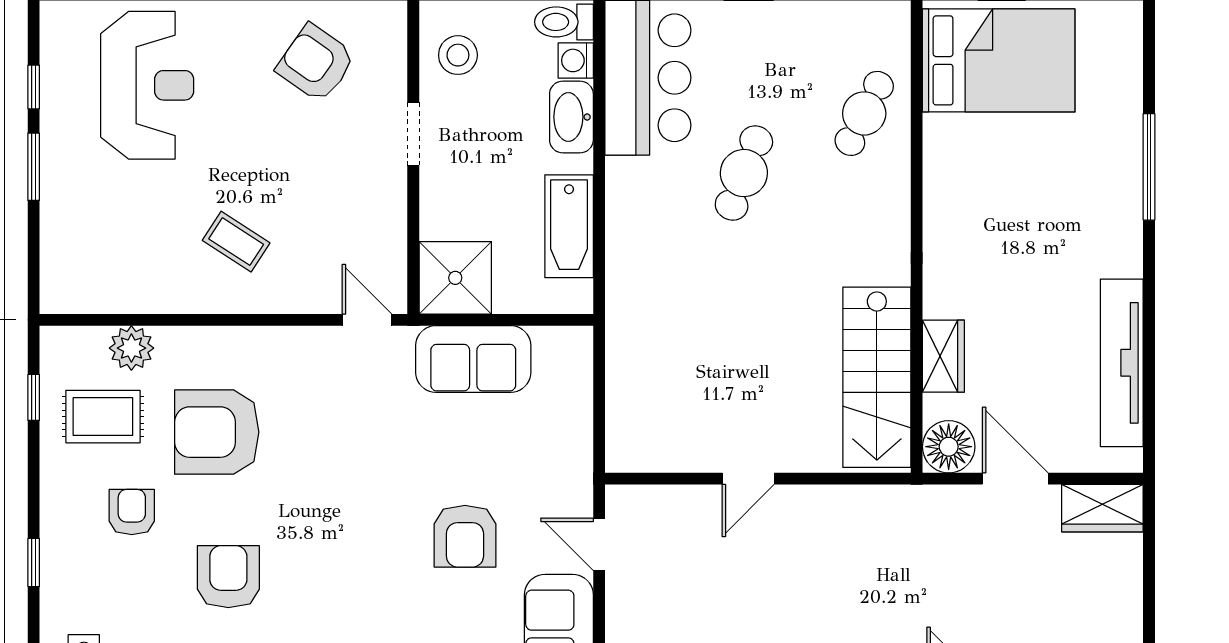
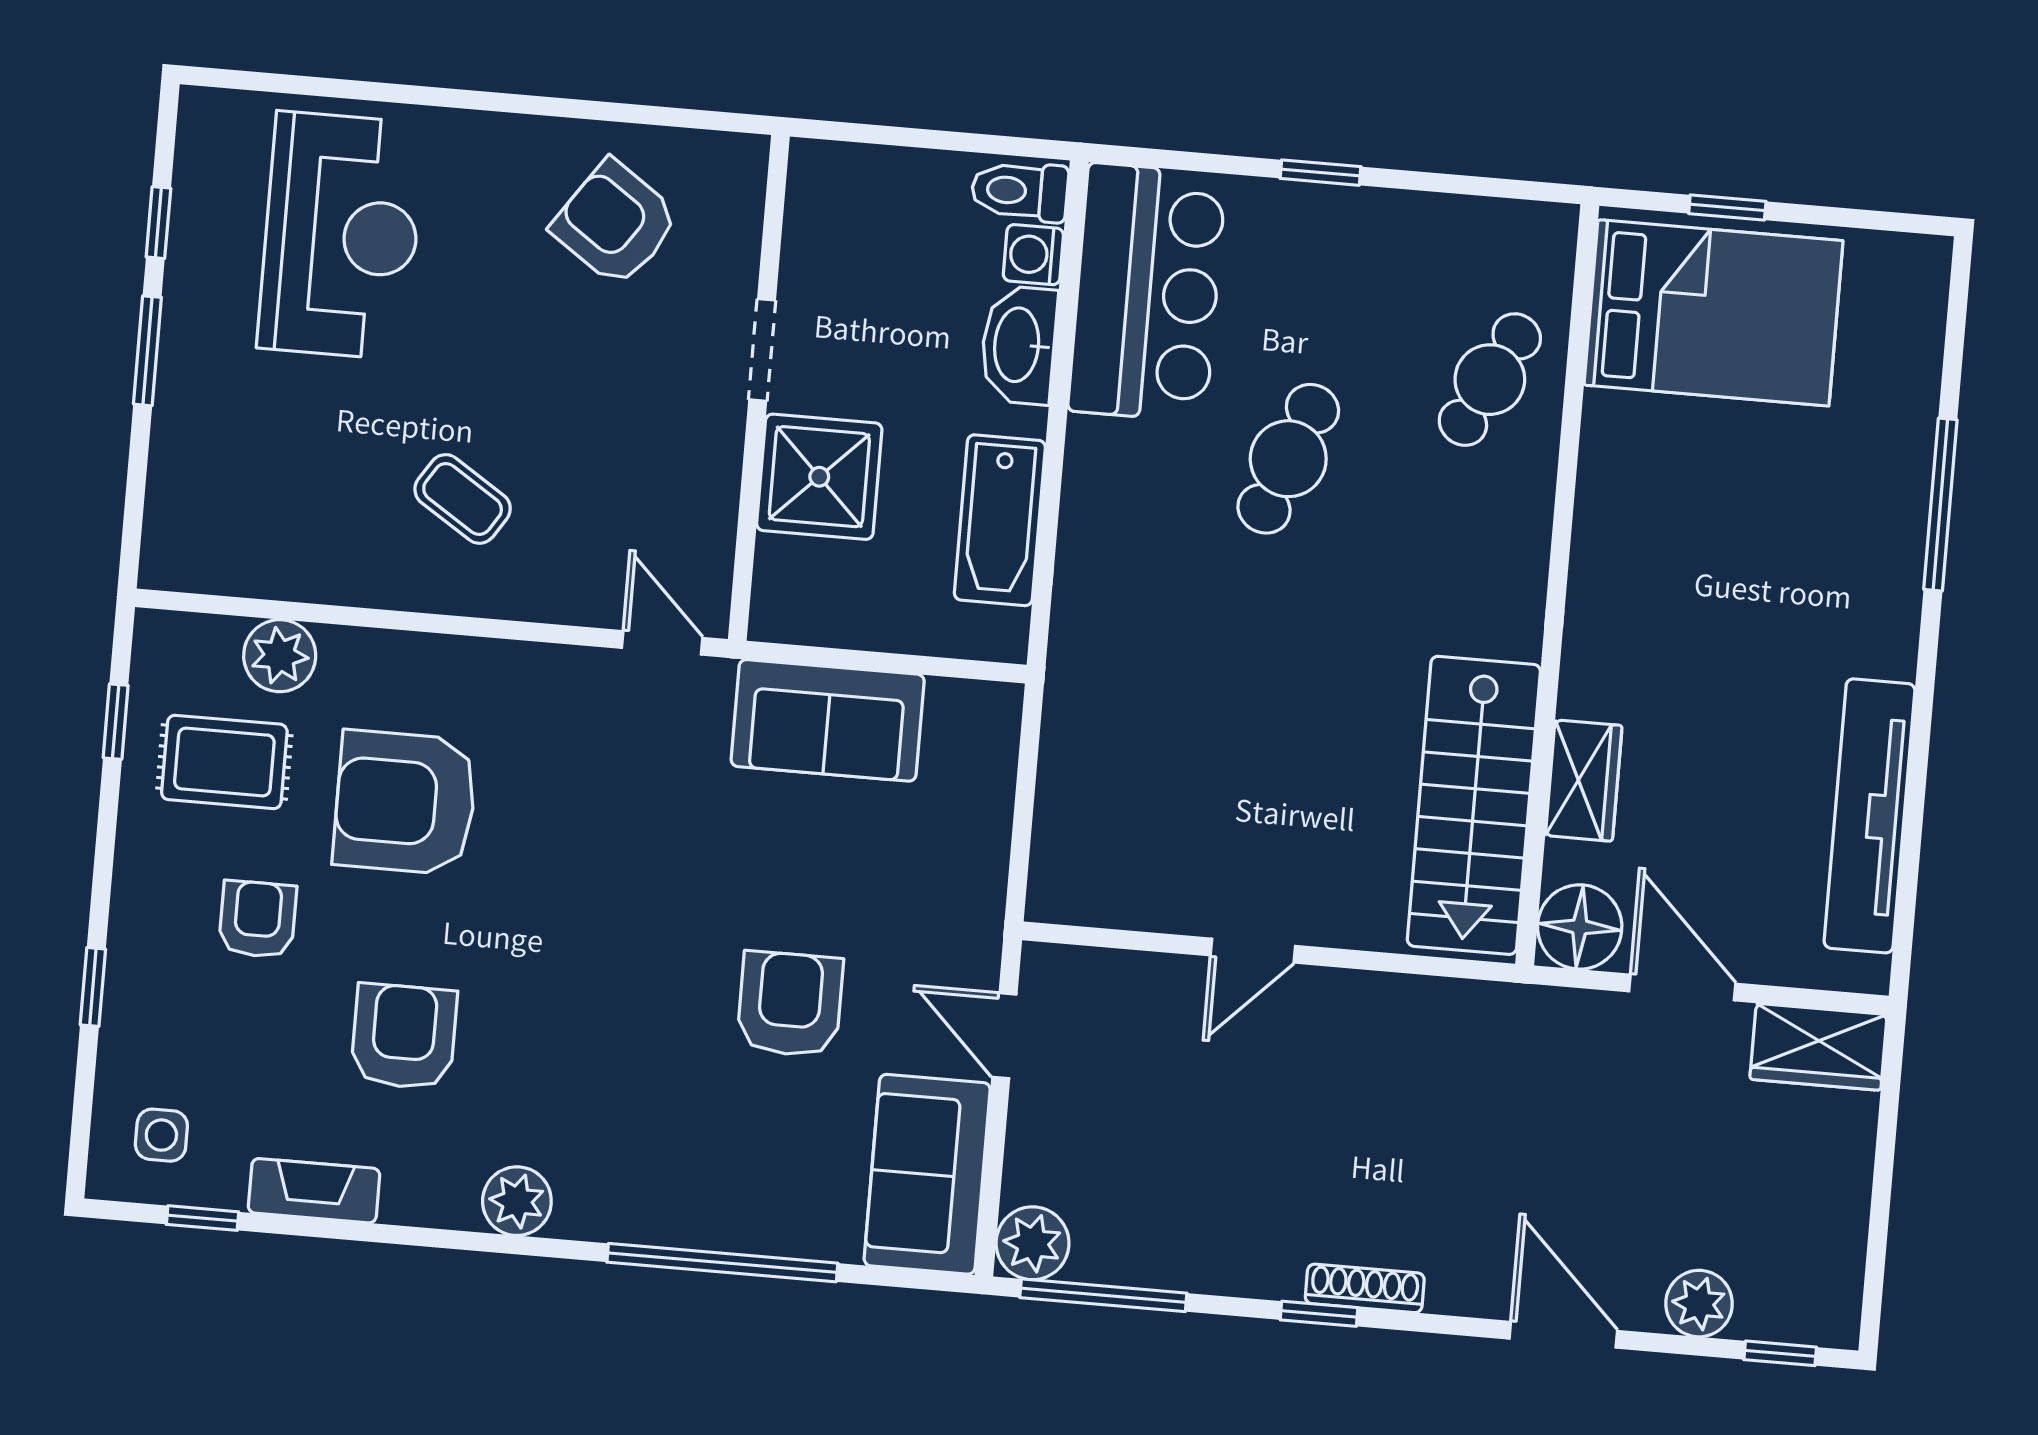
stool: (458, 55) -> (845, 230), removed
shower: (455, 278) -> (819, 477), moved
armchair: (465, 536) -> (790, 1004), turned 180

